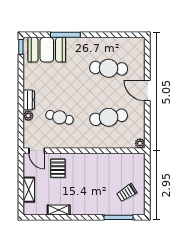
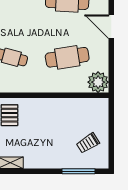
plant: (140, 143) -> (98, 82), width x1.88, depth x1.88

